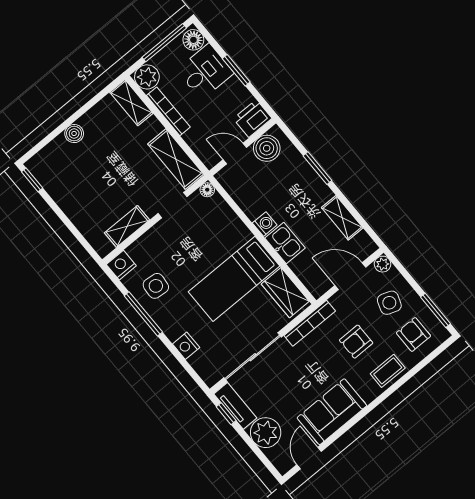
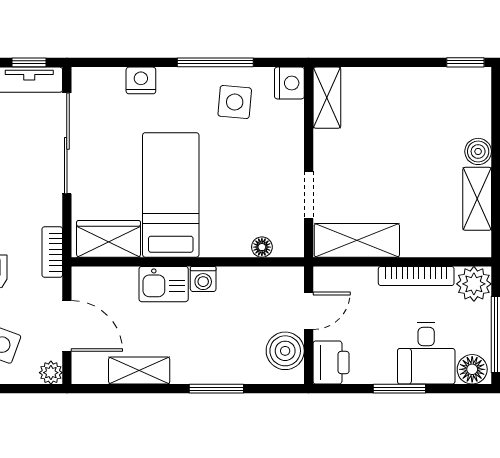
shelving: (131, 103) -> (477, 199), moved, turned 90
floor lamp: (207, 190) -> (262, 247), moved
shelving: (127, 226) -> (327, 98), moved
door: (350, 276) -> (67, 326), hinge flipped
bookcase: (310, 323) -> (52, 252), width x0.64

